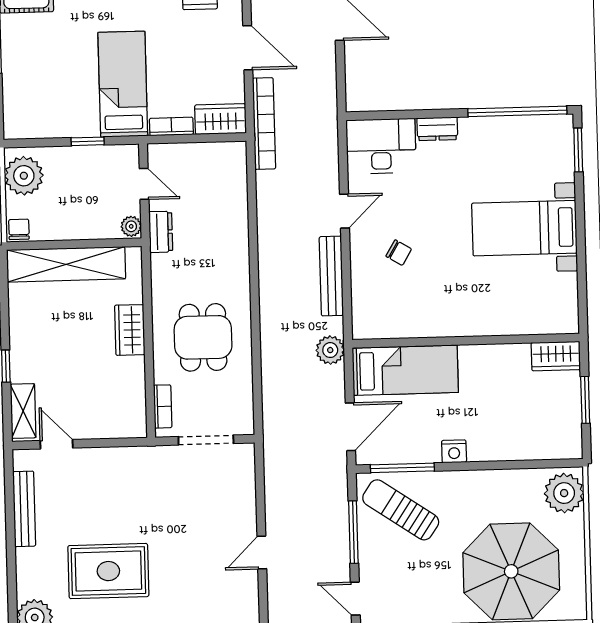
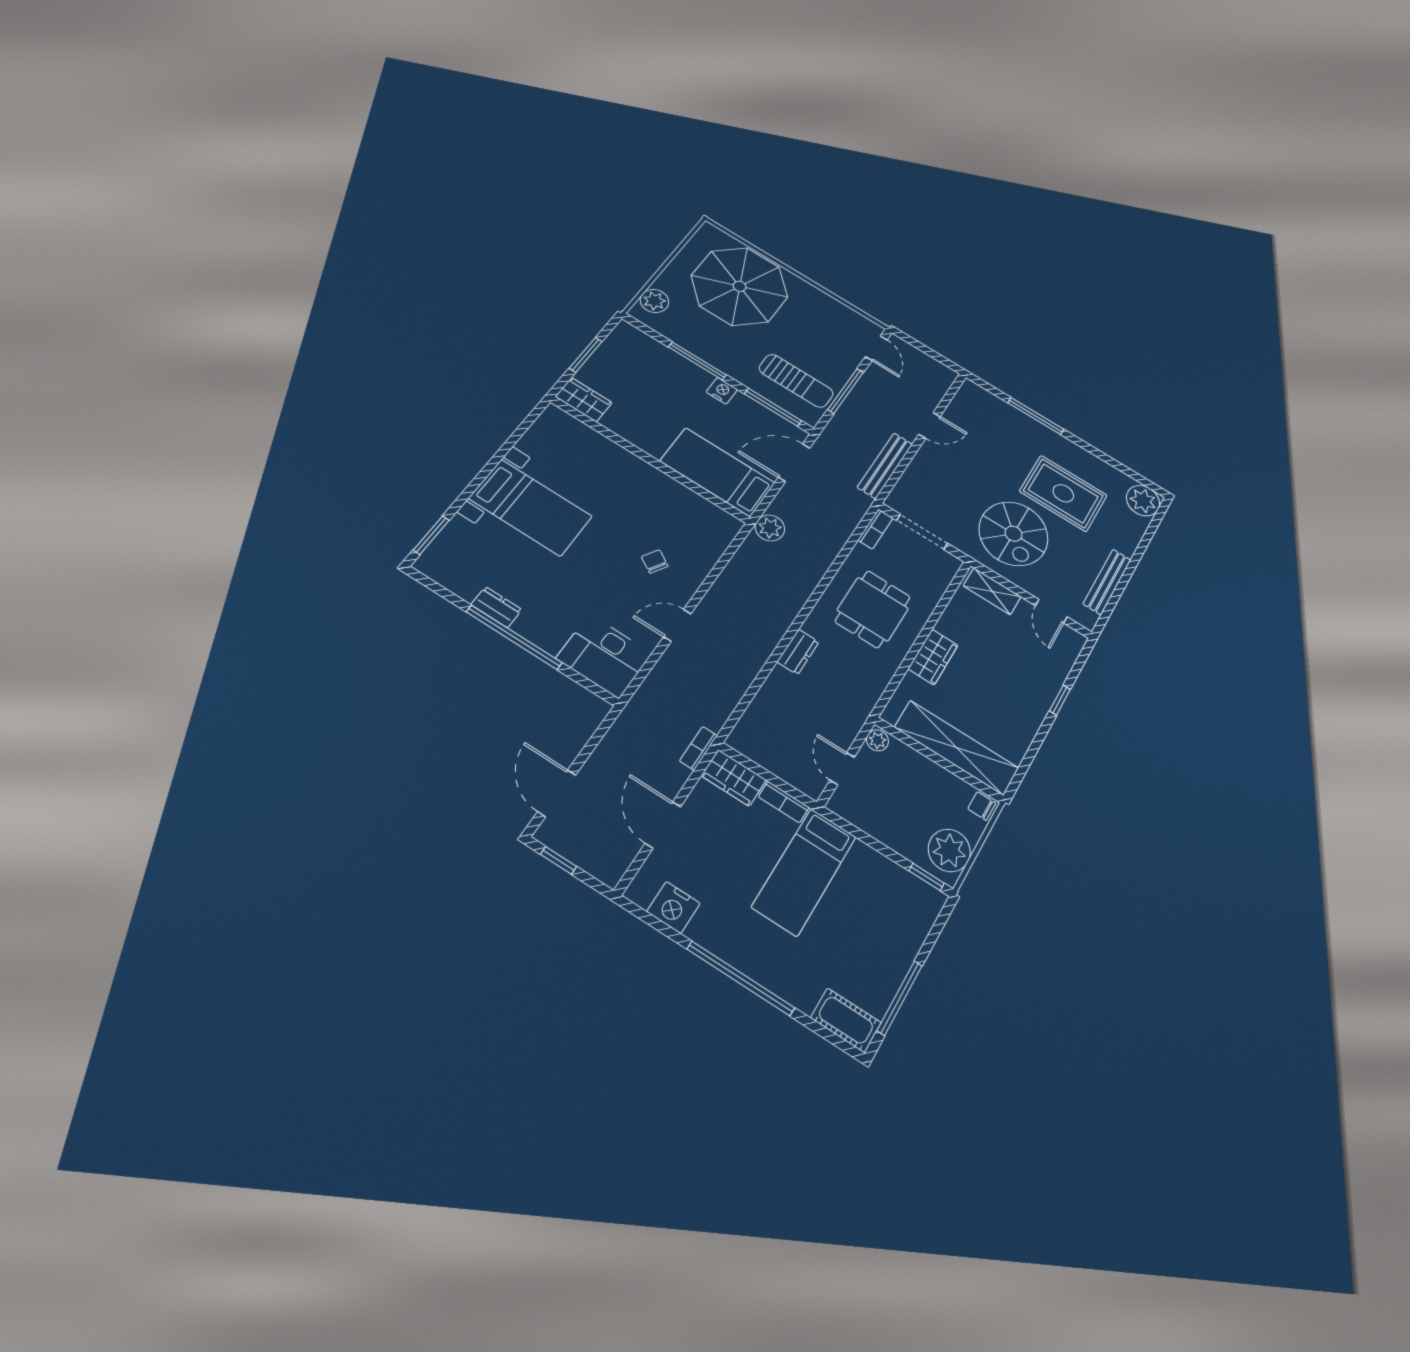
window: (517, 111) -> (514, 637), moved
bookcase: (264, 124) -> (698, 748), width x0.43, depth x0.76
dresser: (437, 129) -> (496, 607), moved
window: (88, 141) -> (927, 877), moved
chair: (19, 229) -> (982, 806), turned 90
dresser: (161, 232) -> (798, 652), moved, turned 180
bench: (331, 276) -> (885, 466), moved
bookcase: (163, 406) -> (875, 529), moved, turned 180
shelving: (23, 411) -> (992, 591), moved, turned 90
window: (494, 465) -> (697, 361), added
plant: (564, 493) -> (654, 301), width x0.73, depth x0.73
spiral stairs: (129, 497) -> (1014, 534), added
sun lounger: (401, 510) -> (796, 381), turned -34

